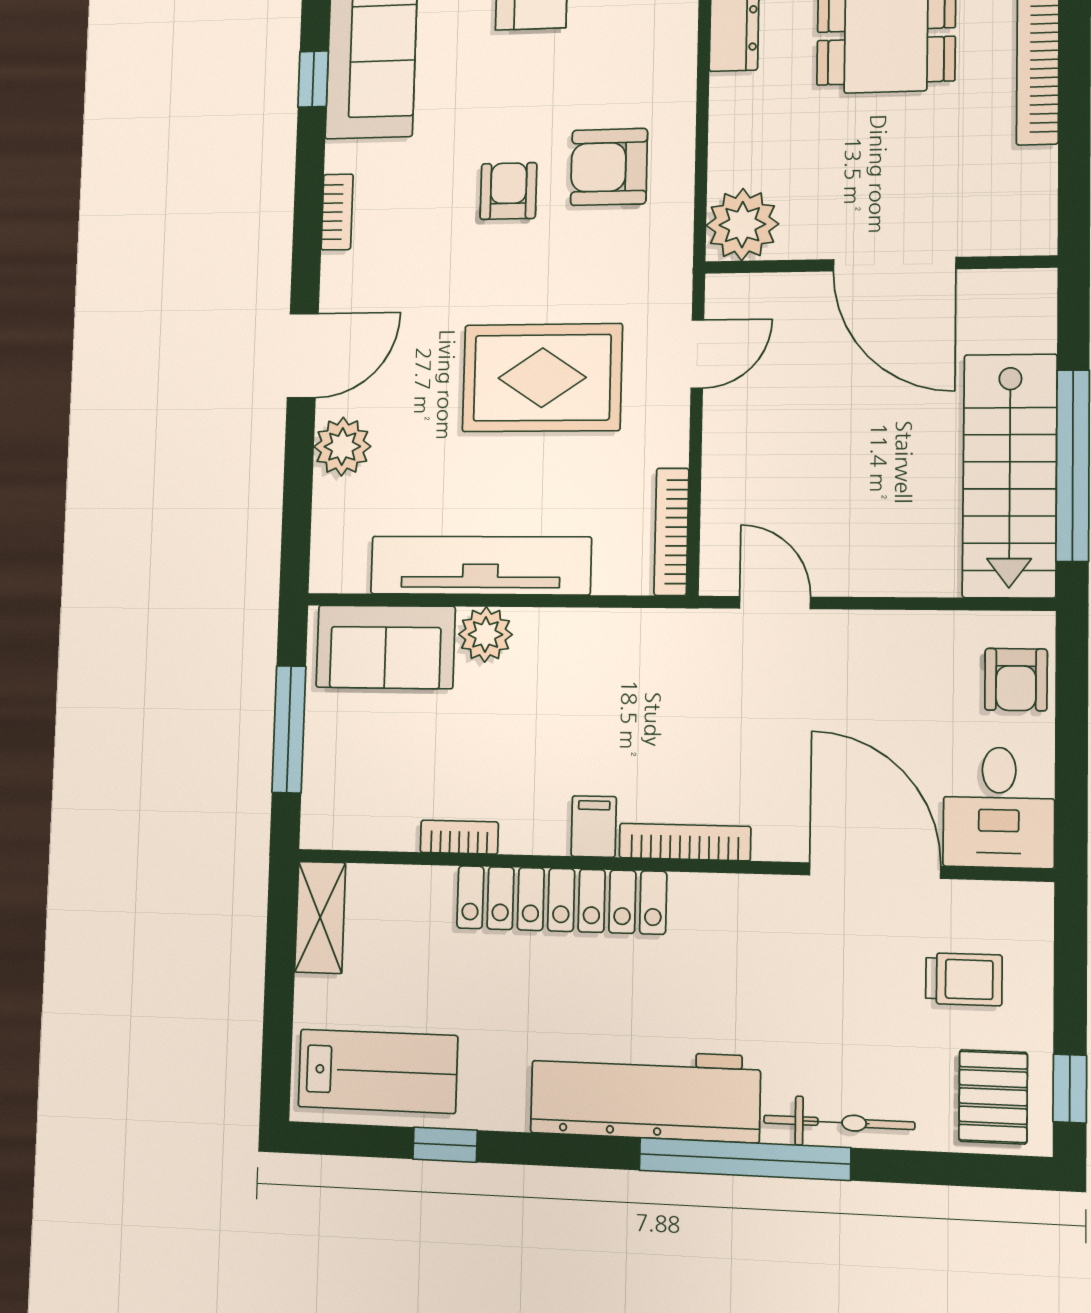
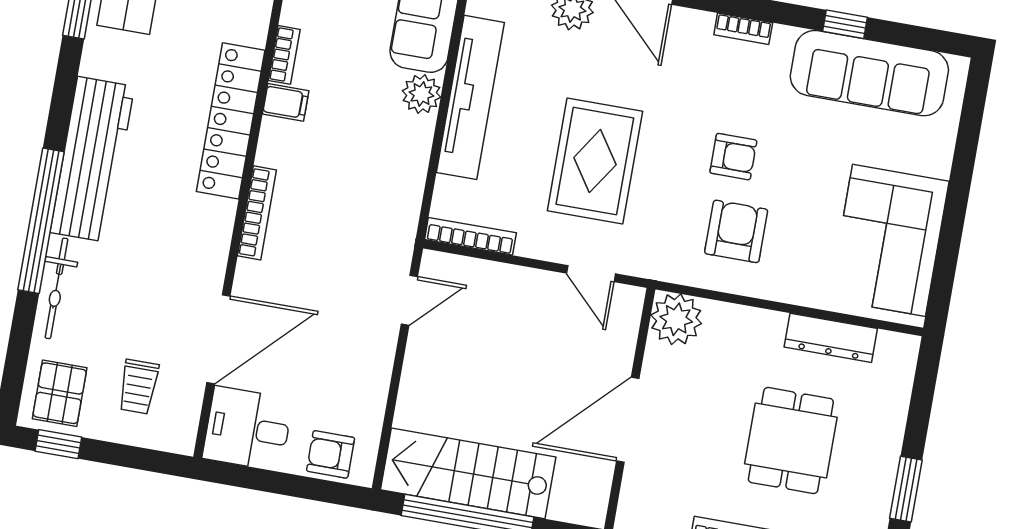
filing cabinet: (594, 826) -> (286, 102), moved
pallet: (993, 1097) -> (60, 393), turned 90

